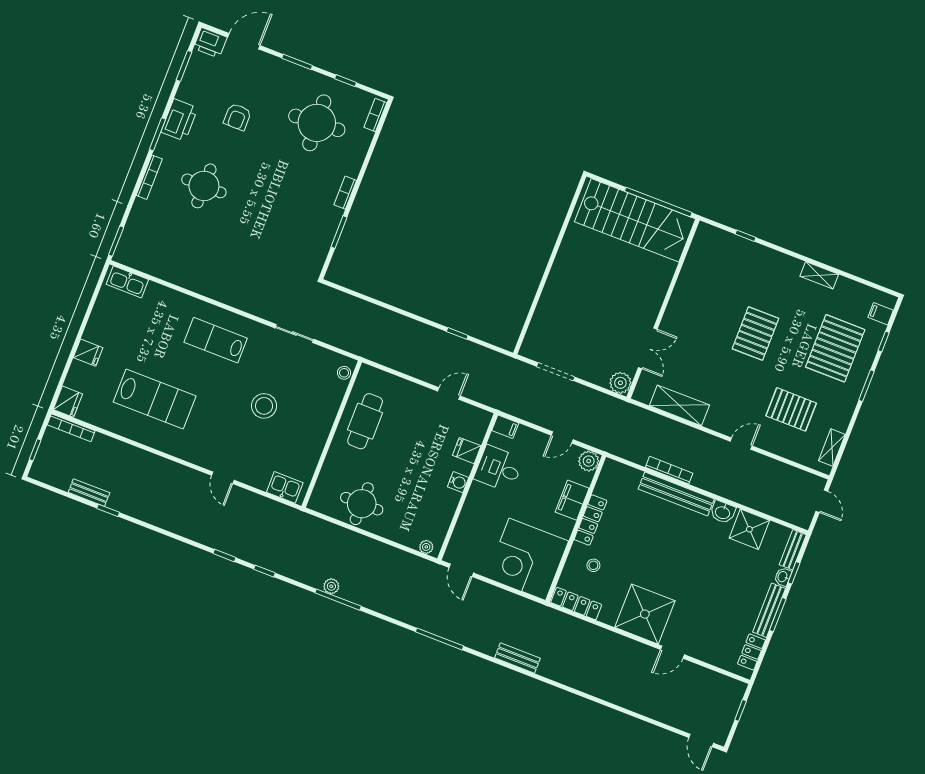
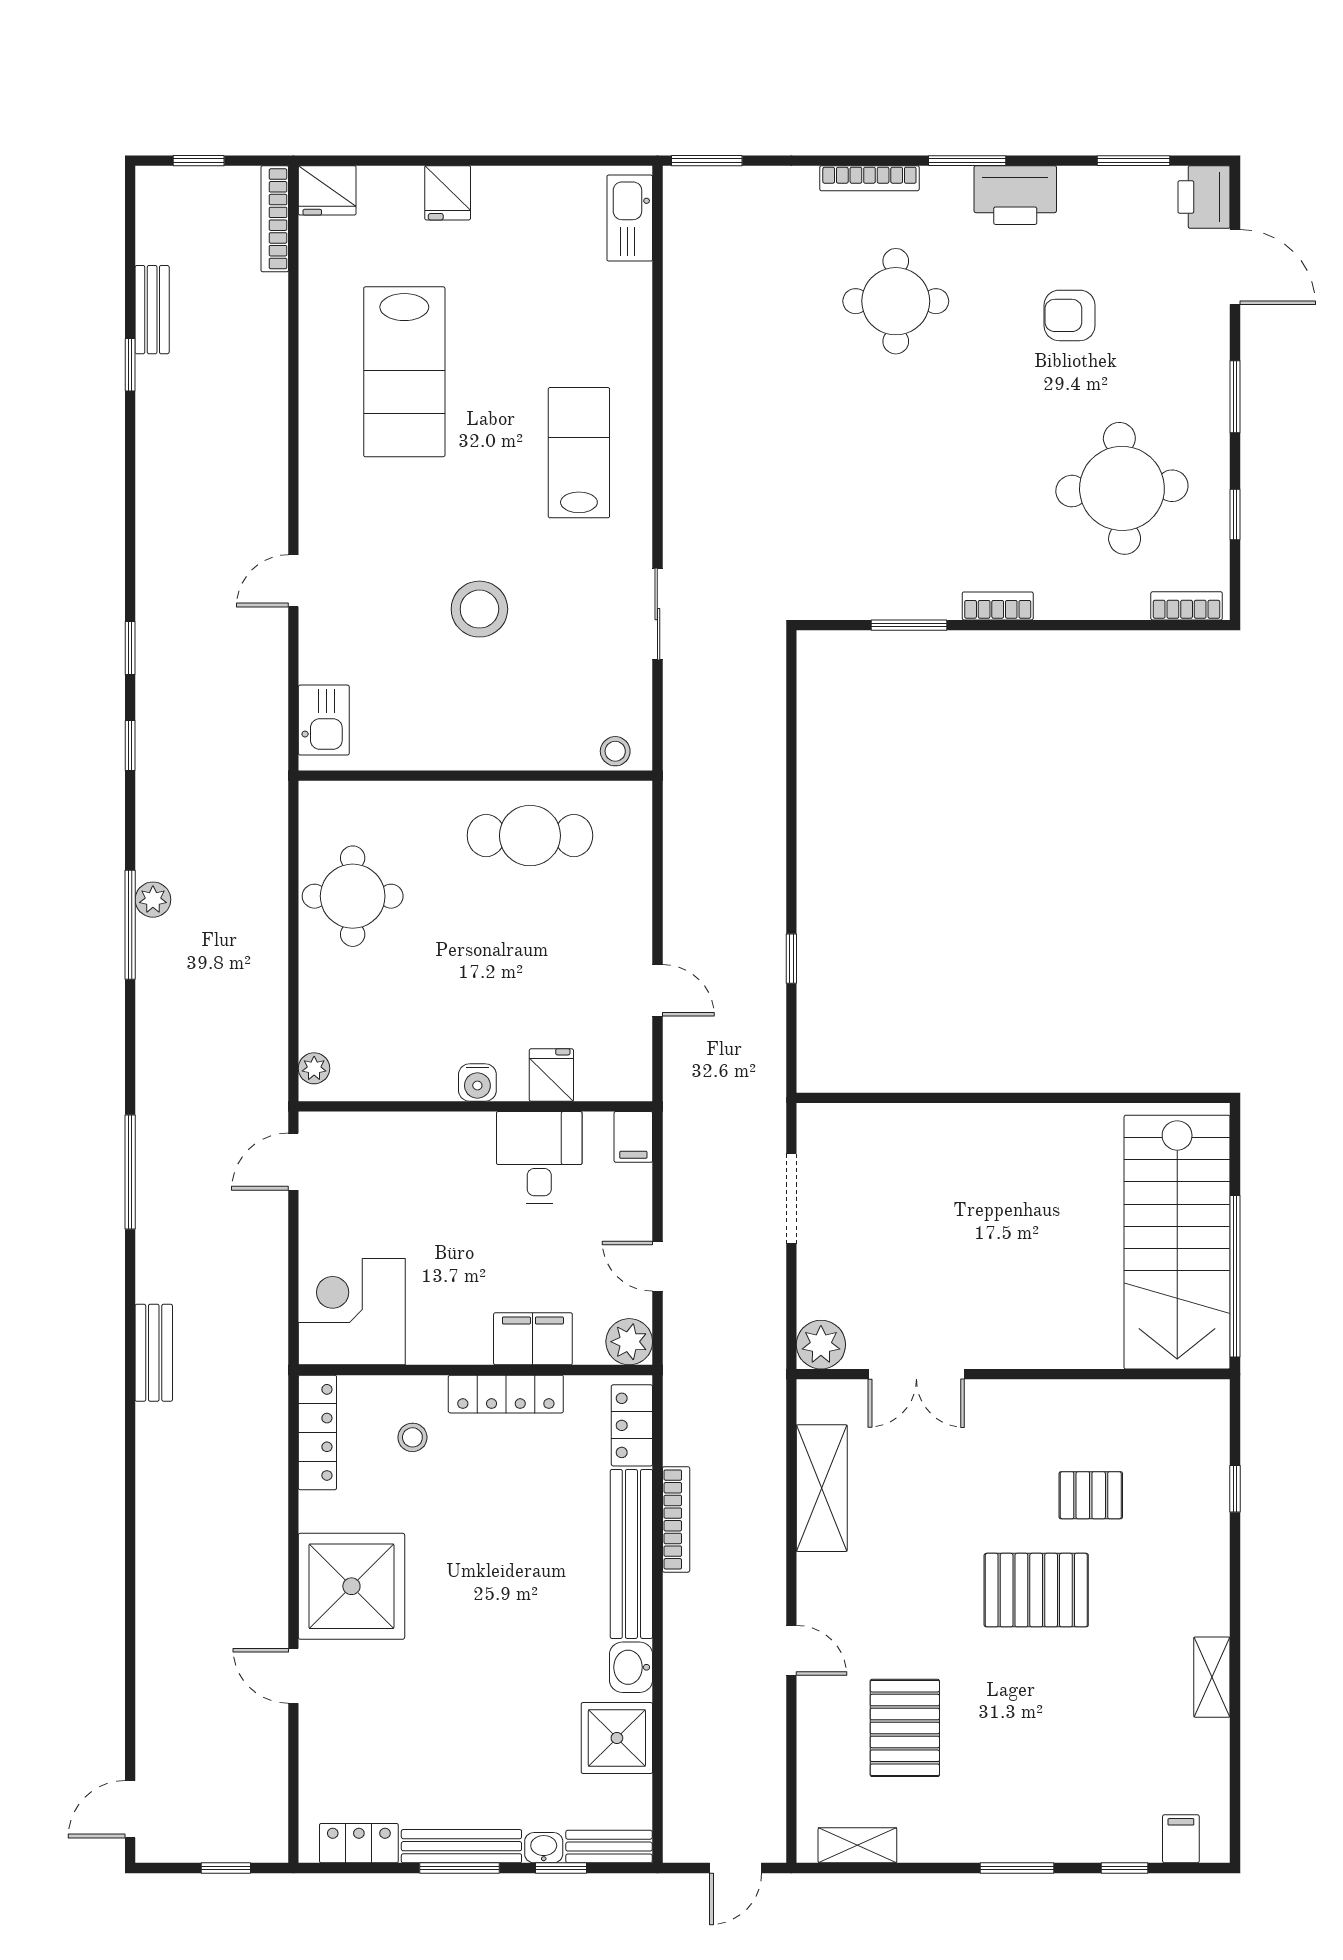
pallet: (835, 348) -> (1091, 1495), moved, width x0.49, depth x0.50
locker: (623, 473) -> (632, 1425), added
corner desk: (527, 559) -> (352, 1312), width x0.74, depth x0.74

